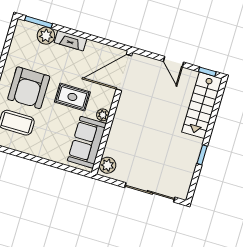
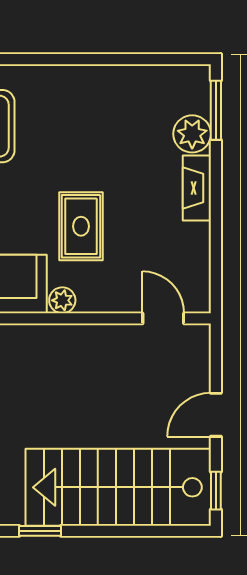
door: (124, 72) -> (163, 318), width x0.53
armchair: (29, 88) -> (73, 130), removed
stairs: (202, 105) -> (118, 487), width x1.36, depth x1.51

